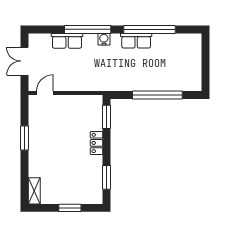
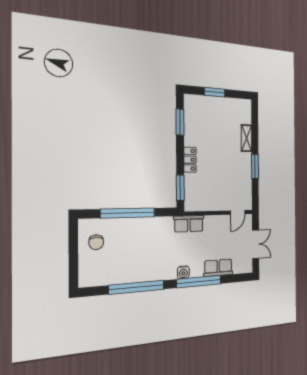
row of seats: (136, 41) -> (189, 224), moved, turned 180
chair: (186, 71) -> (96, 242), added
shelving: (34, 191) -> (247, 138), moved

